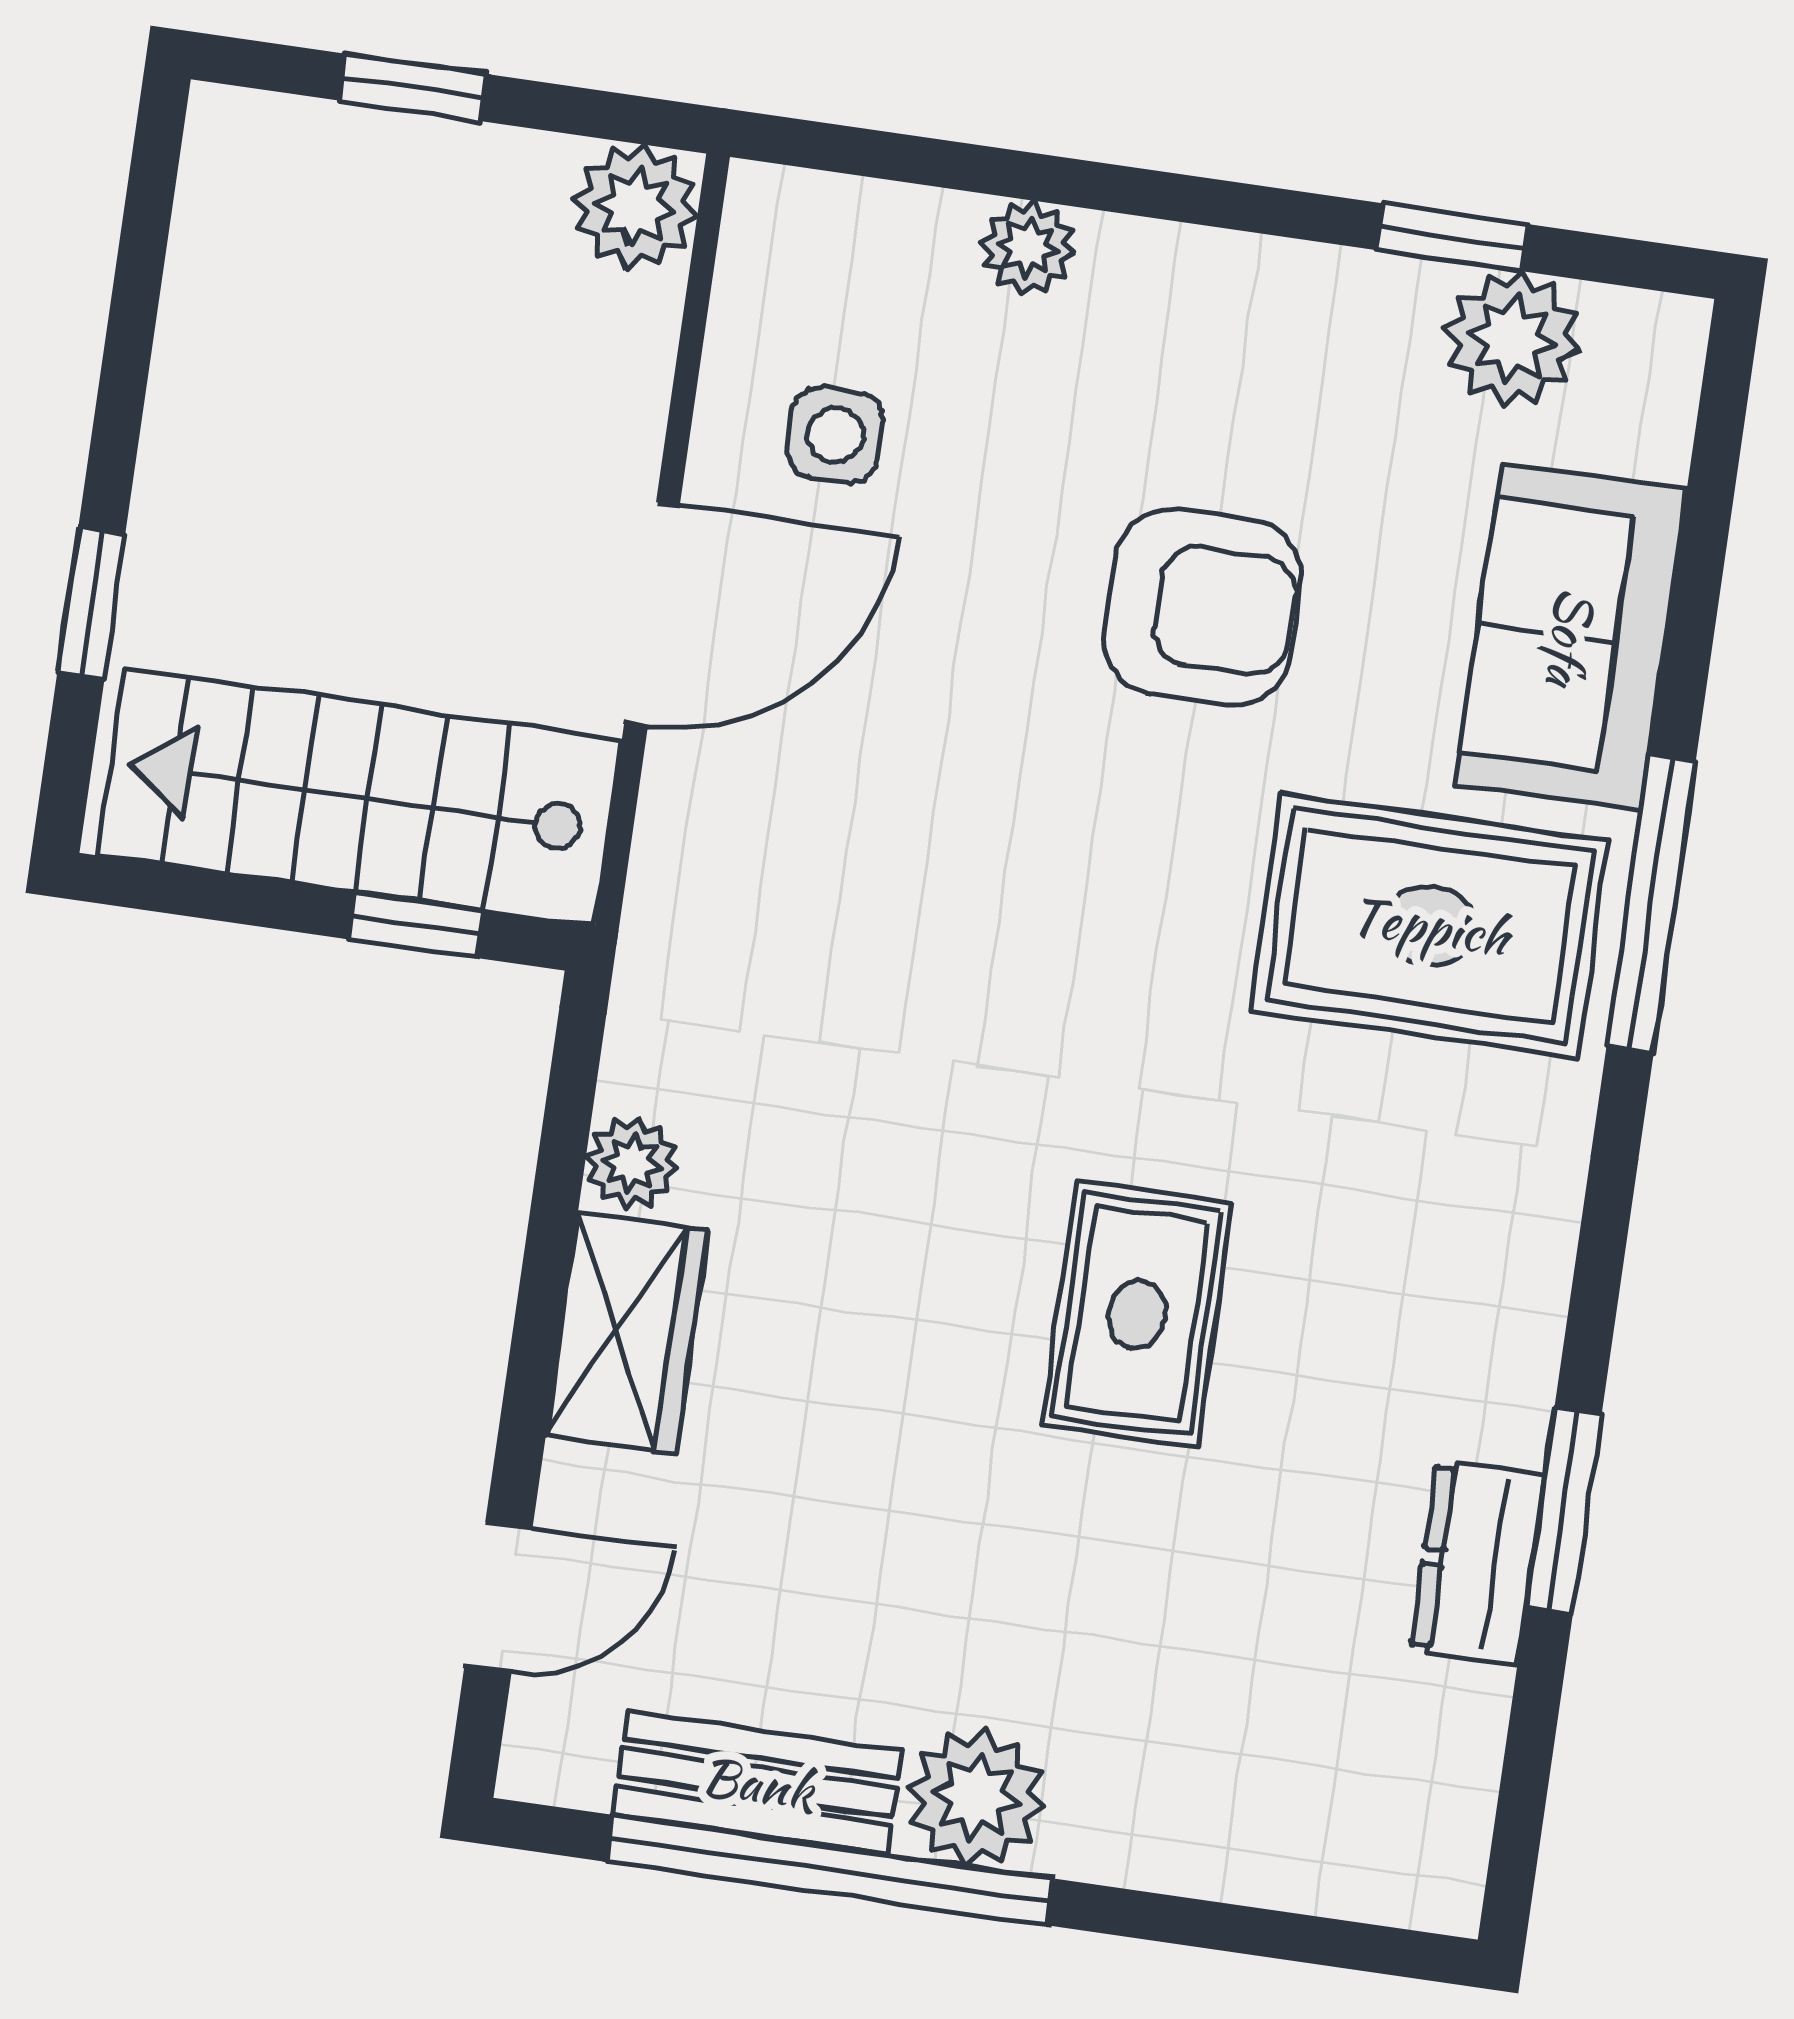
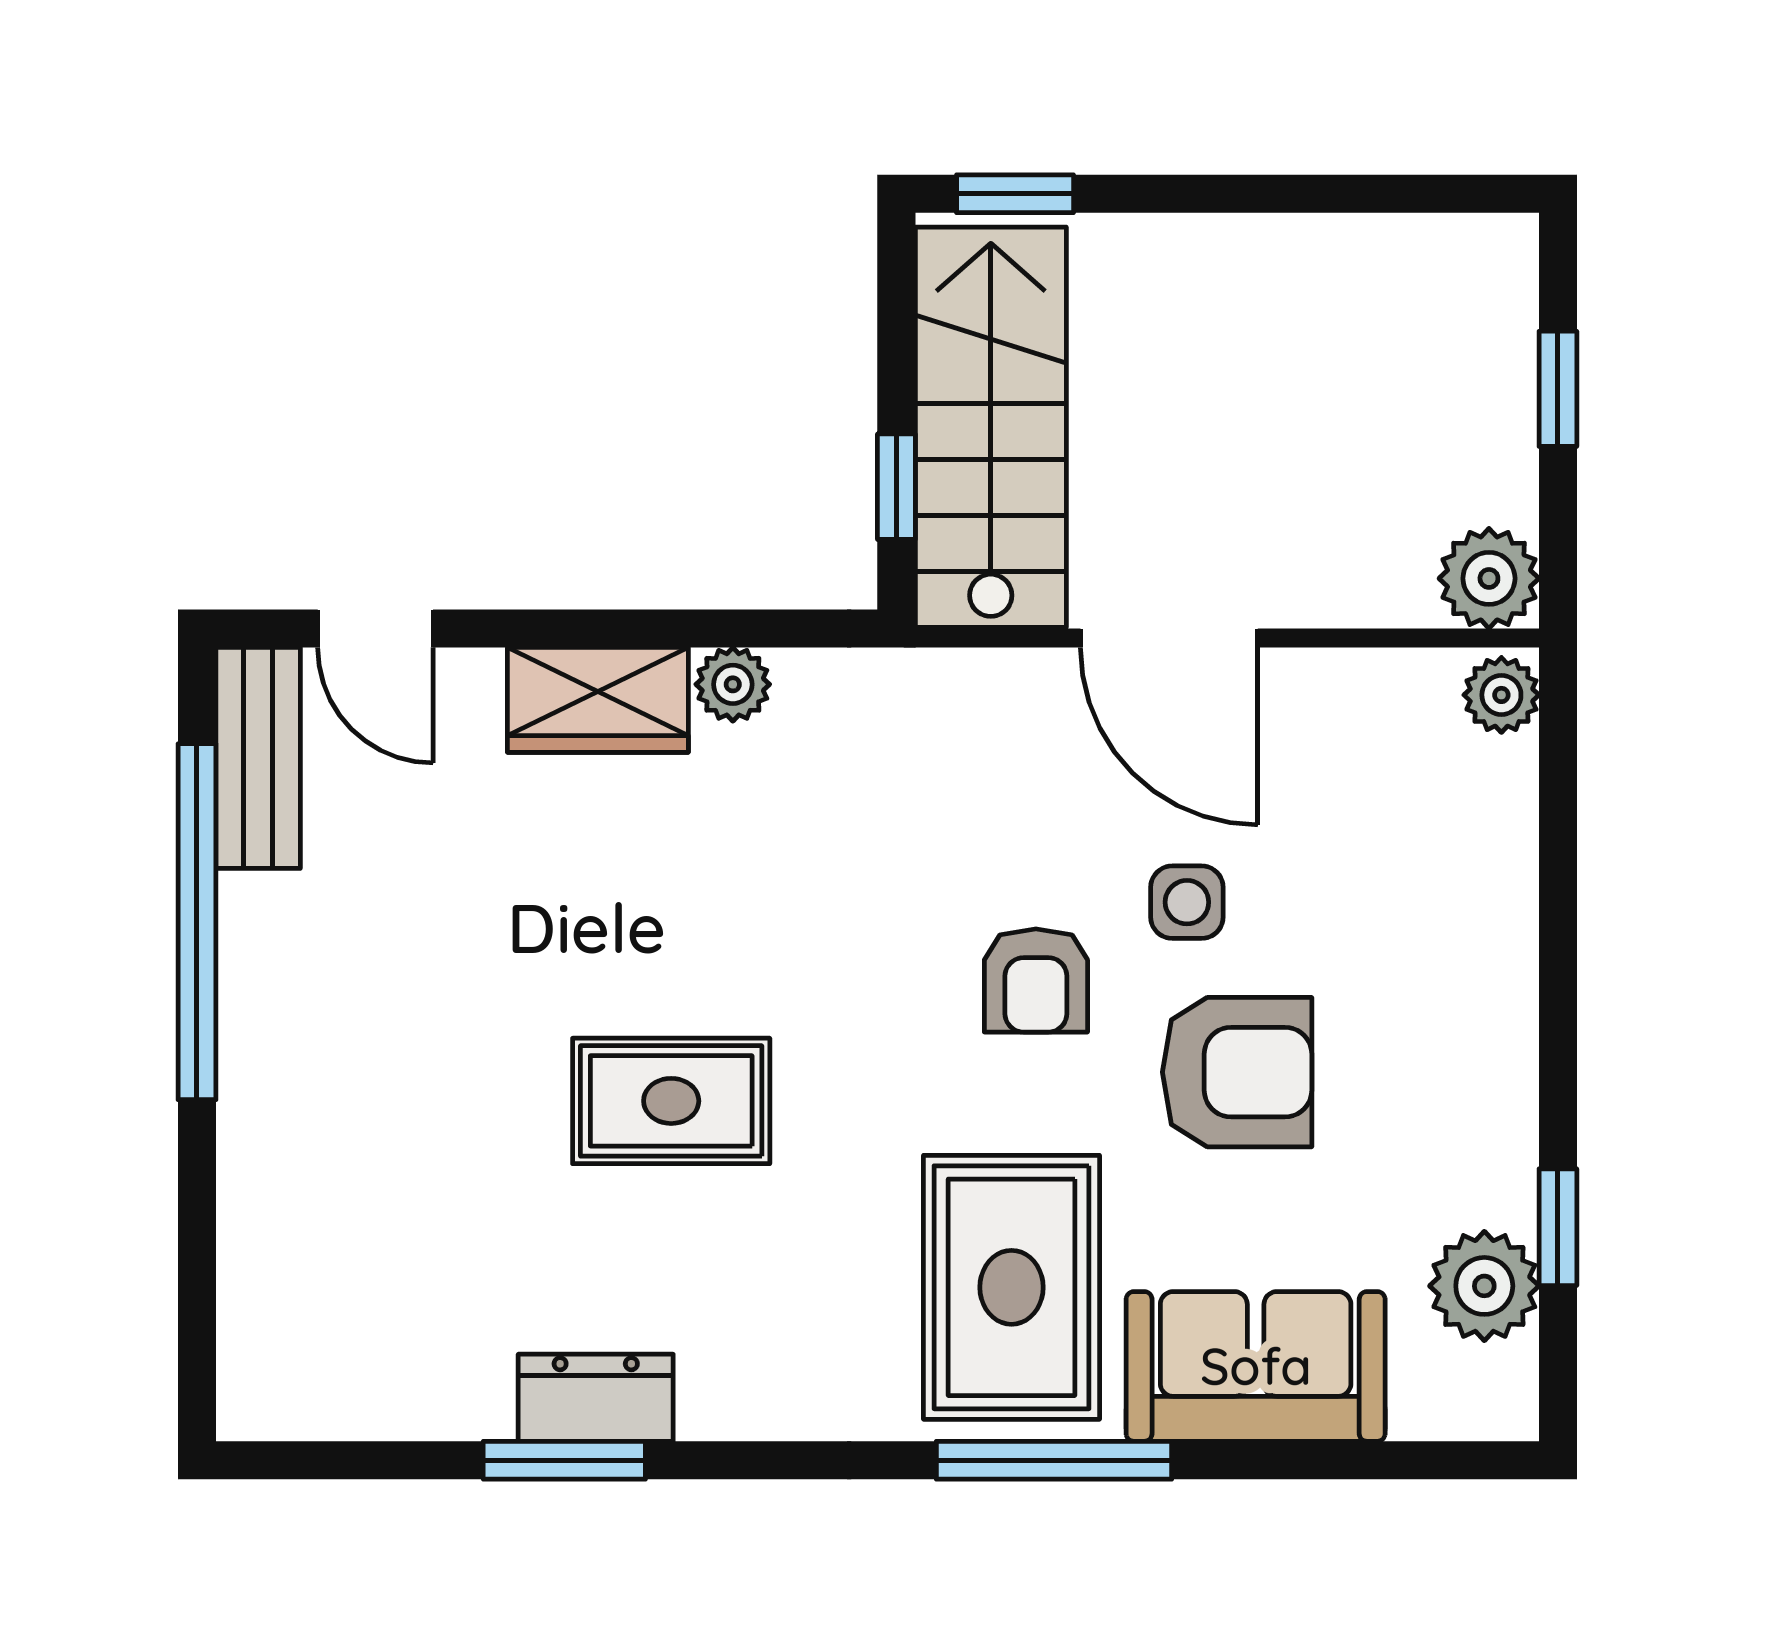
plant: (1028, 248) -> (1501, 695), moved
side table: (835, 435) -> (1187, 902), moved
window: (91, 603) -> (1015, 194), moved
armchair: (1203, 607) -> (1237, 1072), turned -90
armchair: (1053, 840) -> (1036, 980), added
dresser: (1477, 1563) -> (596, 1398), moved
bench: (758, 1783) -> (258, 758), moved
plant: (975, 1797) -> (271, 1028), removed

